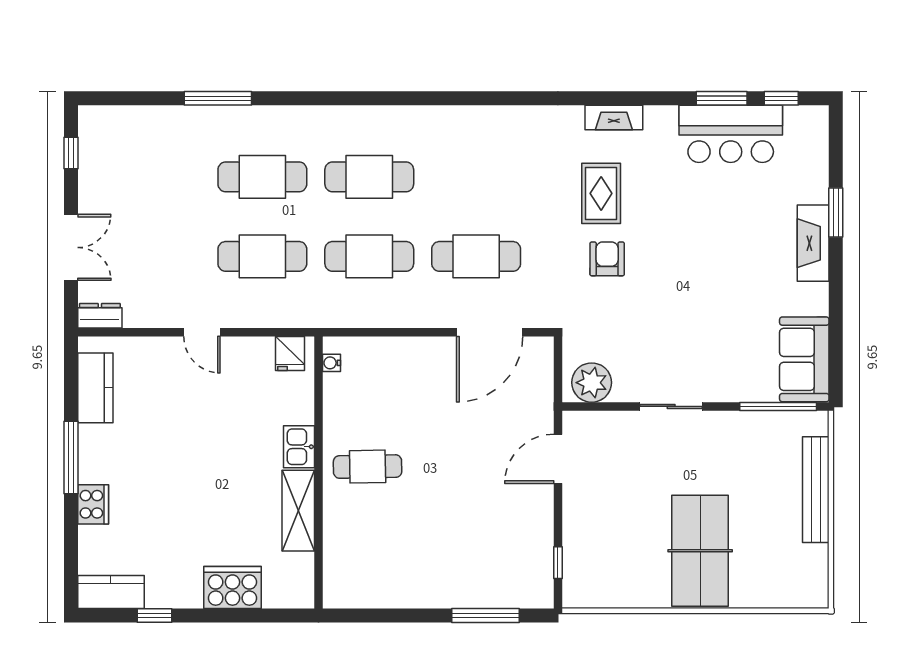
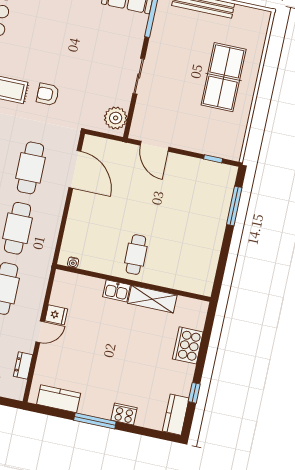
dresser: (100, 316) -> (23, 366), moved
fridge: (290, 353) -> (56, 315), moved
table tennis table: (700, 551) -> (224, 77), turned 90

